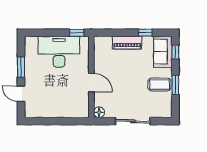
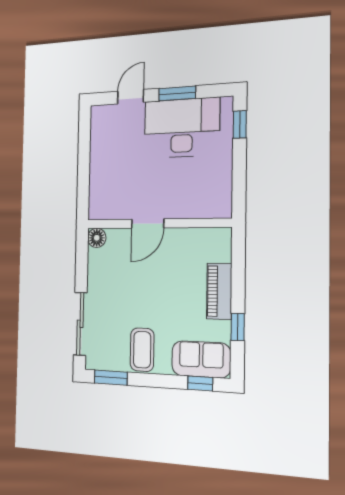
window: (77, 33) -> (240, 124), moved
desk: (59, 52) -> (182, 128), moved, turned -90
window: (175, 85) -> (111, 378), moved
sliding door: (133, 121) -> (80, 324), moved

